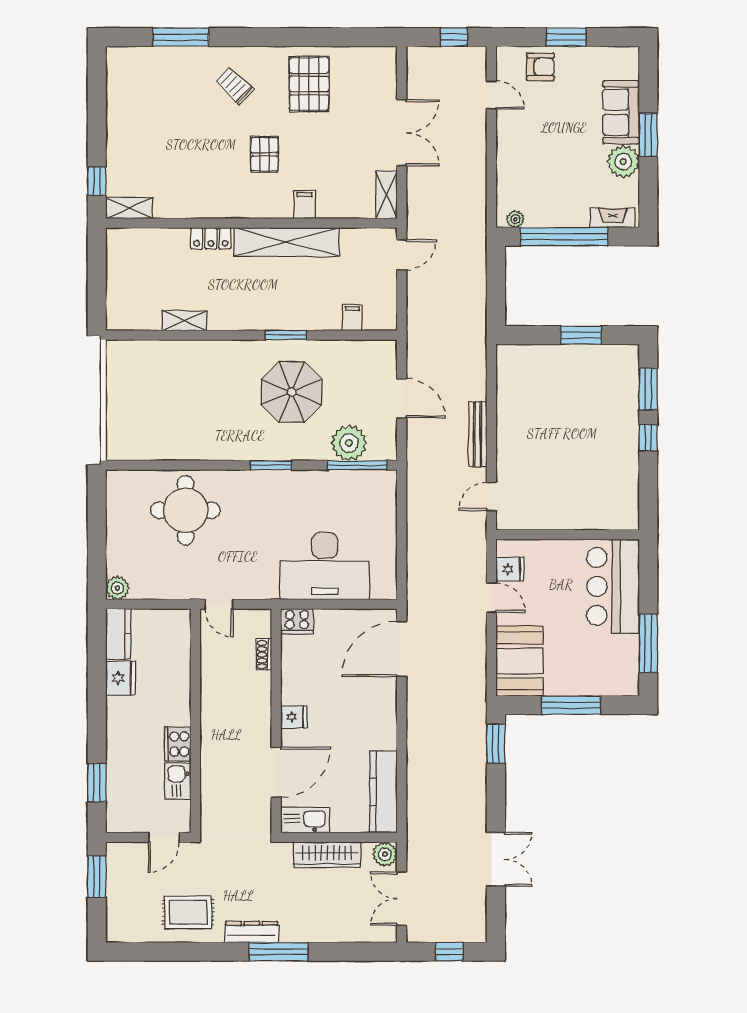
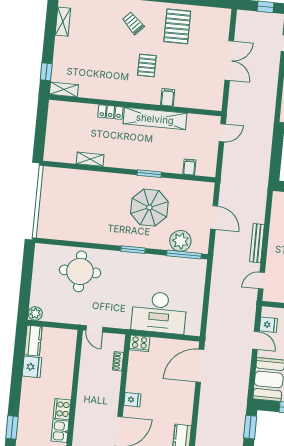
shelving: (386, 195) -> (63, 22), moved

